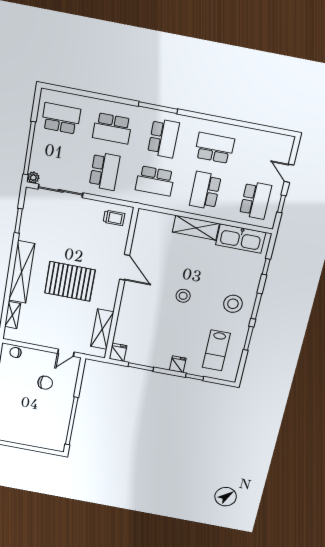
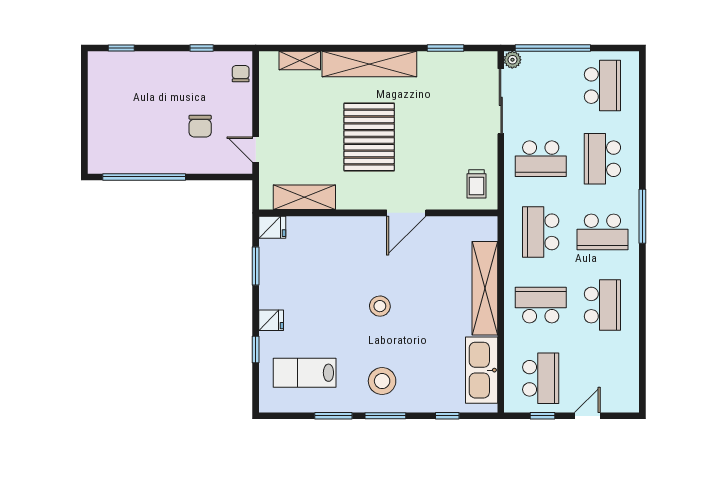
school desk: (255, 200) -> (541, 378), turned -90
shelving: (196, 228) -> (485, 288), width x1.47

